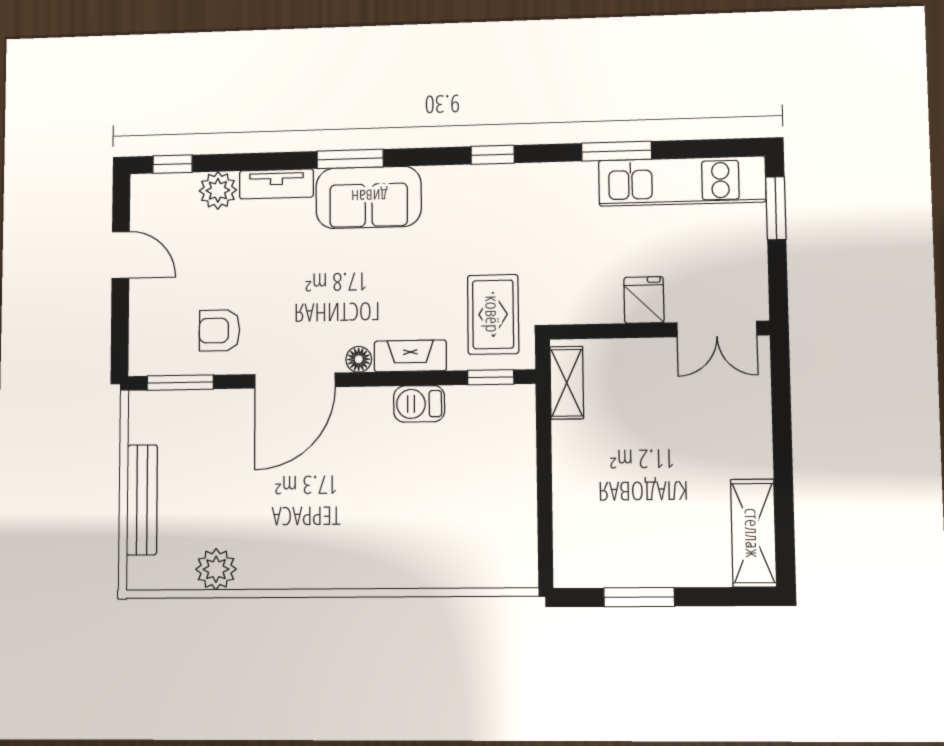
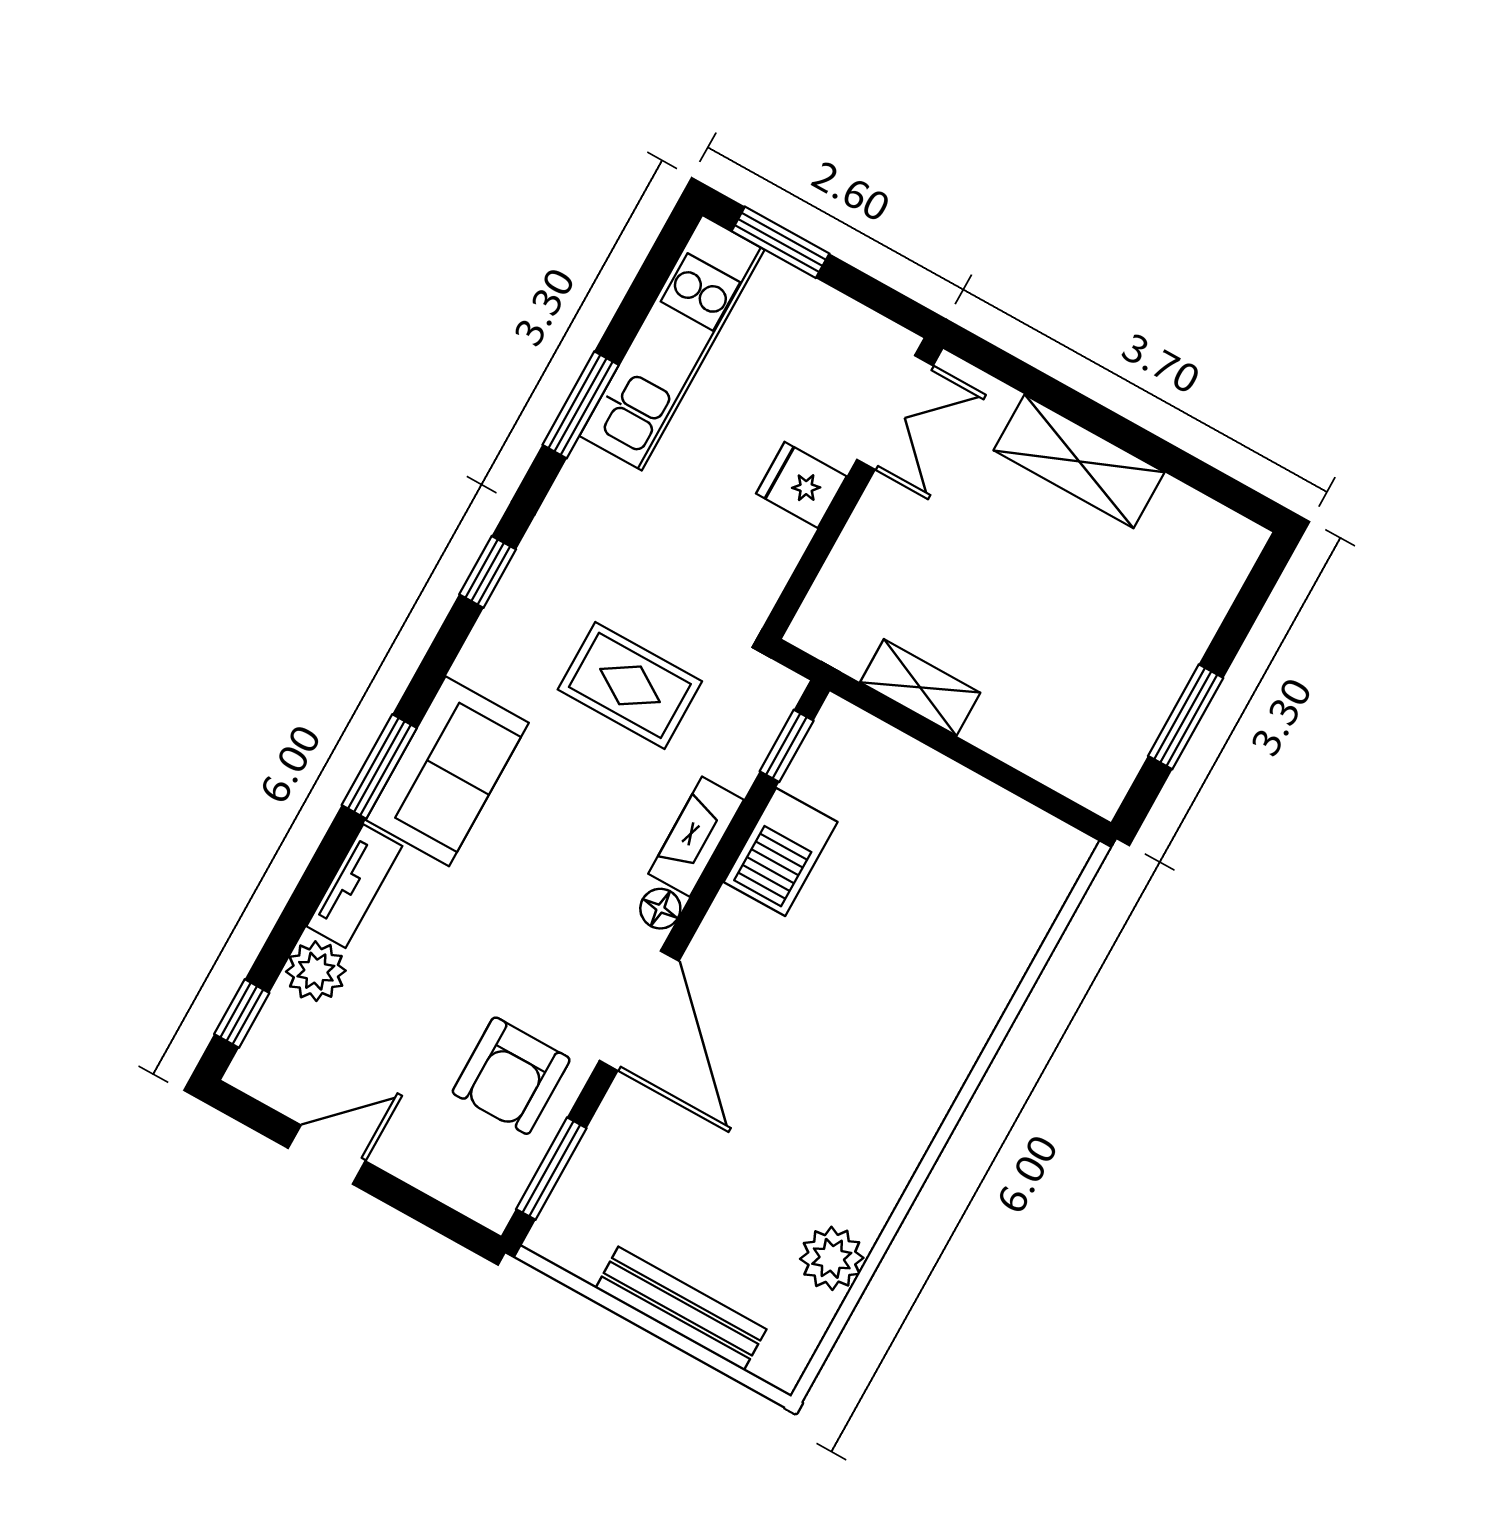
rug: (493, 314) -> (630, 685), moved
armchair: (220, 330) -> (511, 1076), width x1.38, depth x1.38
shelving: (567, 383) -> (920, 687), moved
barbecue: (419, 404) -> (781, 852), width x1.38, depth x1.27
shelving: (753, 533) -> (1079, 461), moved

